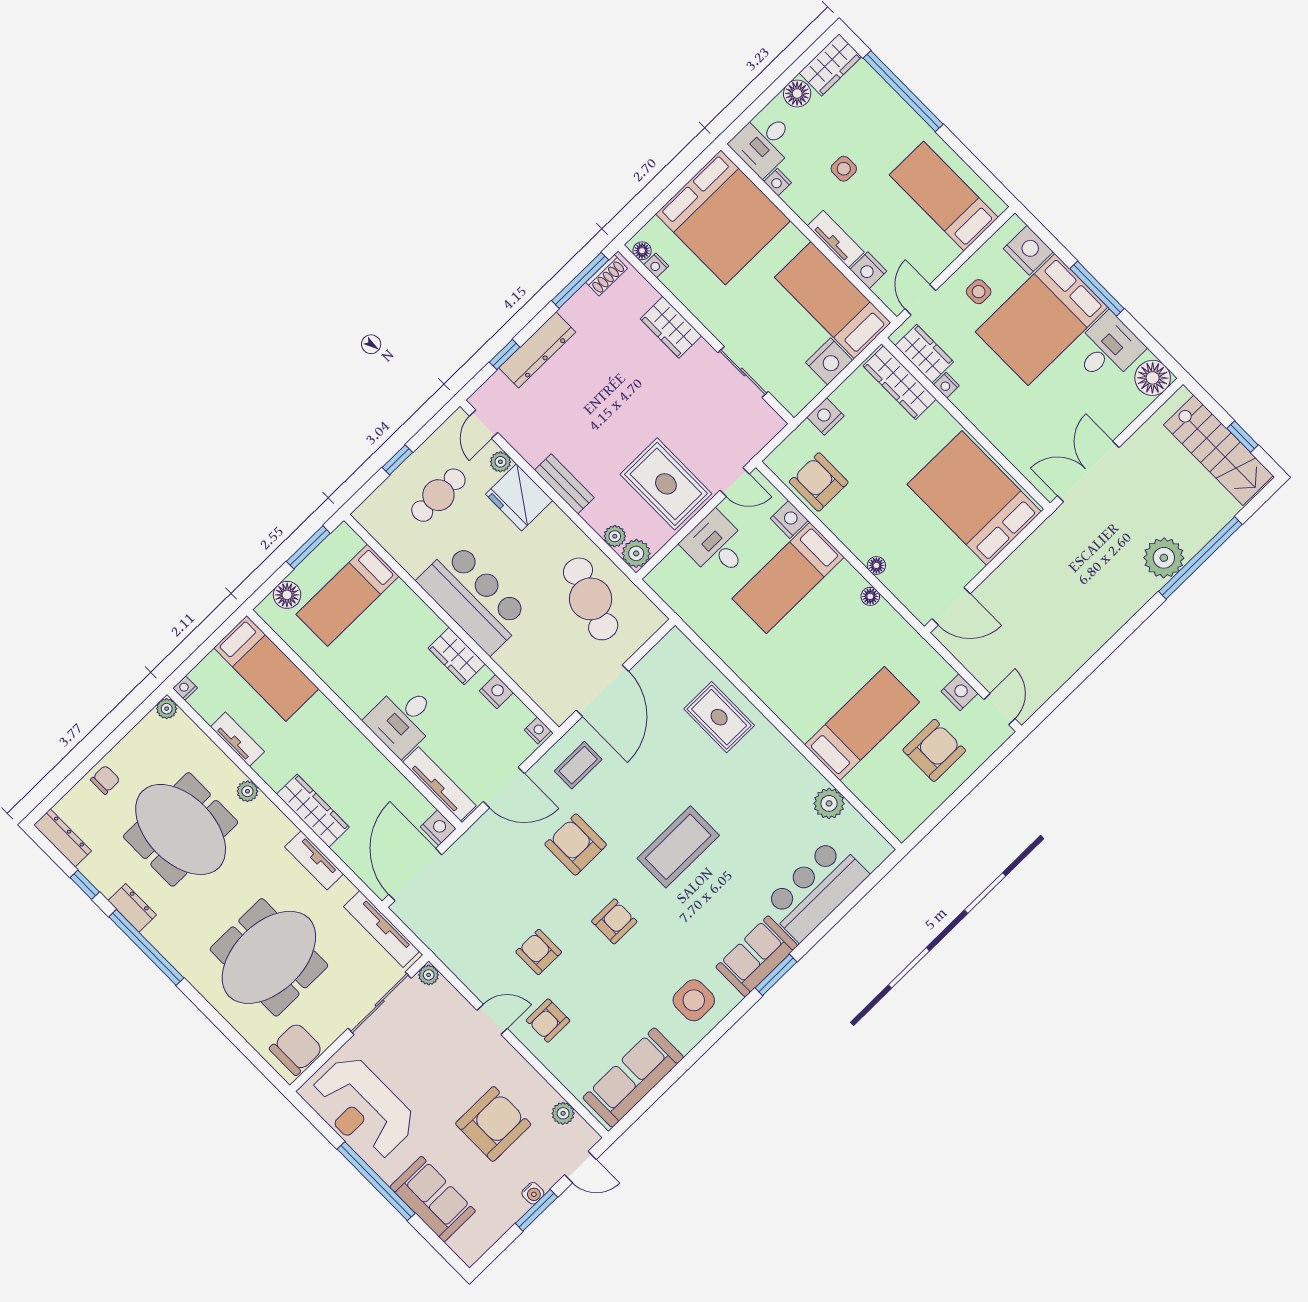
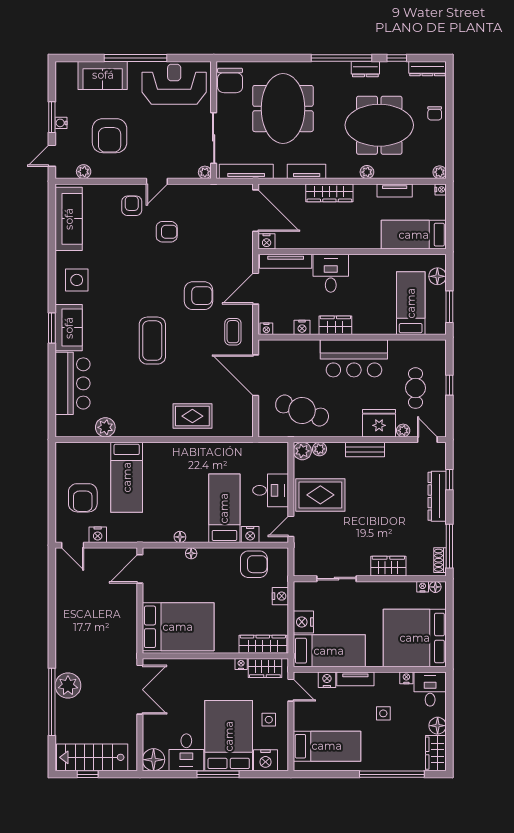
armchair: (614, 921) -> (147, 279), removed

